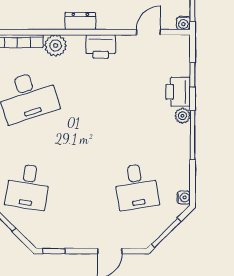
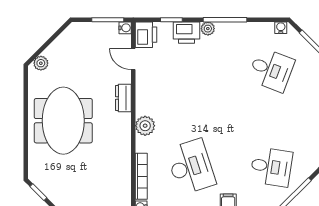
dresser: (80, 21) -> (123, 98), moved
plant: (56, 45) -> (145, 126), moved
printer: (101, 46) -> (146, 35), moved
desk: (136, 187) -> (271, 70), turned 30

